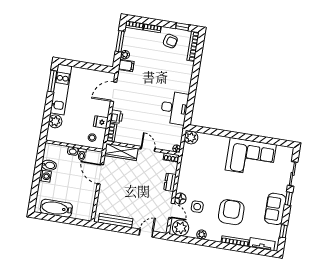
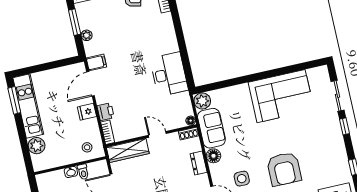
filing cabinet: (126, 65) -> (96, 62), moved
fridge: (101, 122) -> (87, 112), moved
floor lamp: (180, 199) -> (213, 156), moved
sofa: (275, 209) -> (211, 128), moved, turned 180
armchair: (231, 212) -> (284, 169), turned 180

